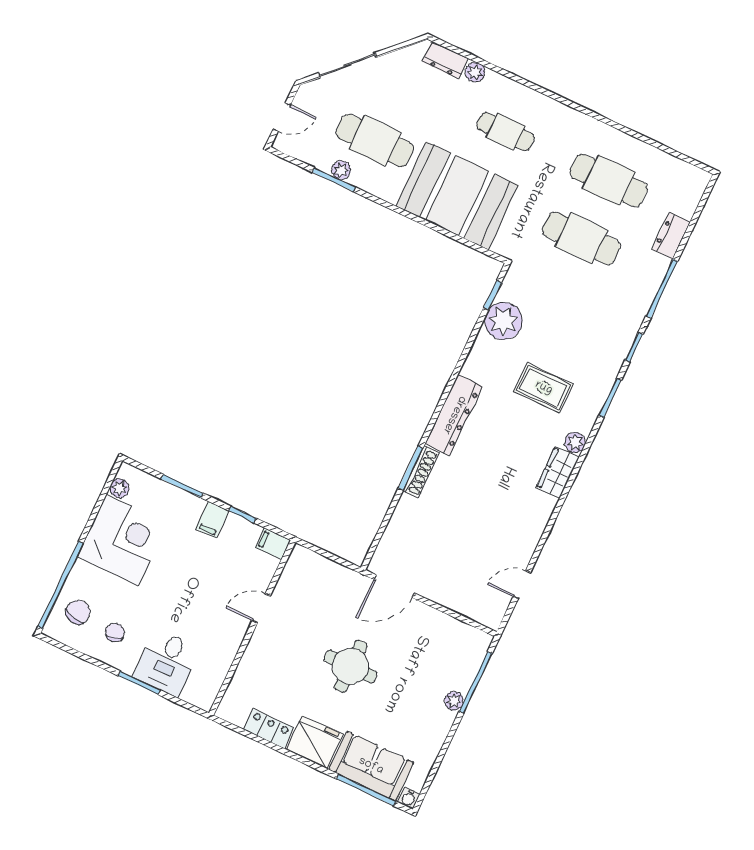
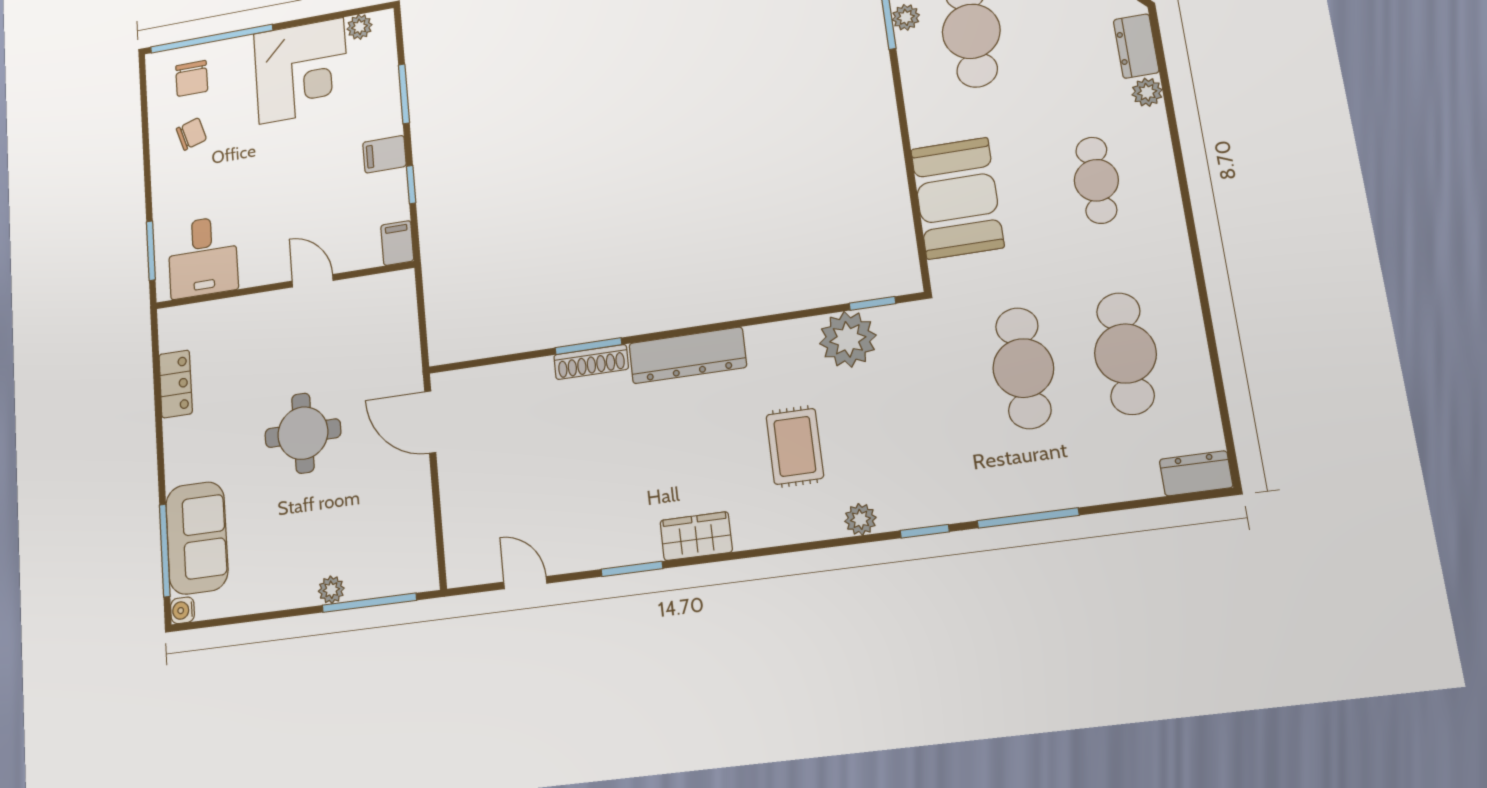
booth: (457, 196) -> (957, 198), width x0.73, depth x0.70
dresser: (671, 236) -> (1196, 473), moved
window: (610, 398) -> (632, 569), moved
plant: (575, 442) -> (860, 519), moved
chair: (78, 612) -> (192, 78), turned 77
desk: (167, 663) -> (203, 257), moved, turned -90
window: (139, 683) -> (151, 251), moved
fridge: (314, 742) -> (189, 449), removed

